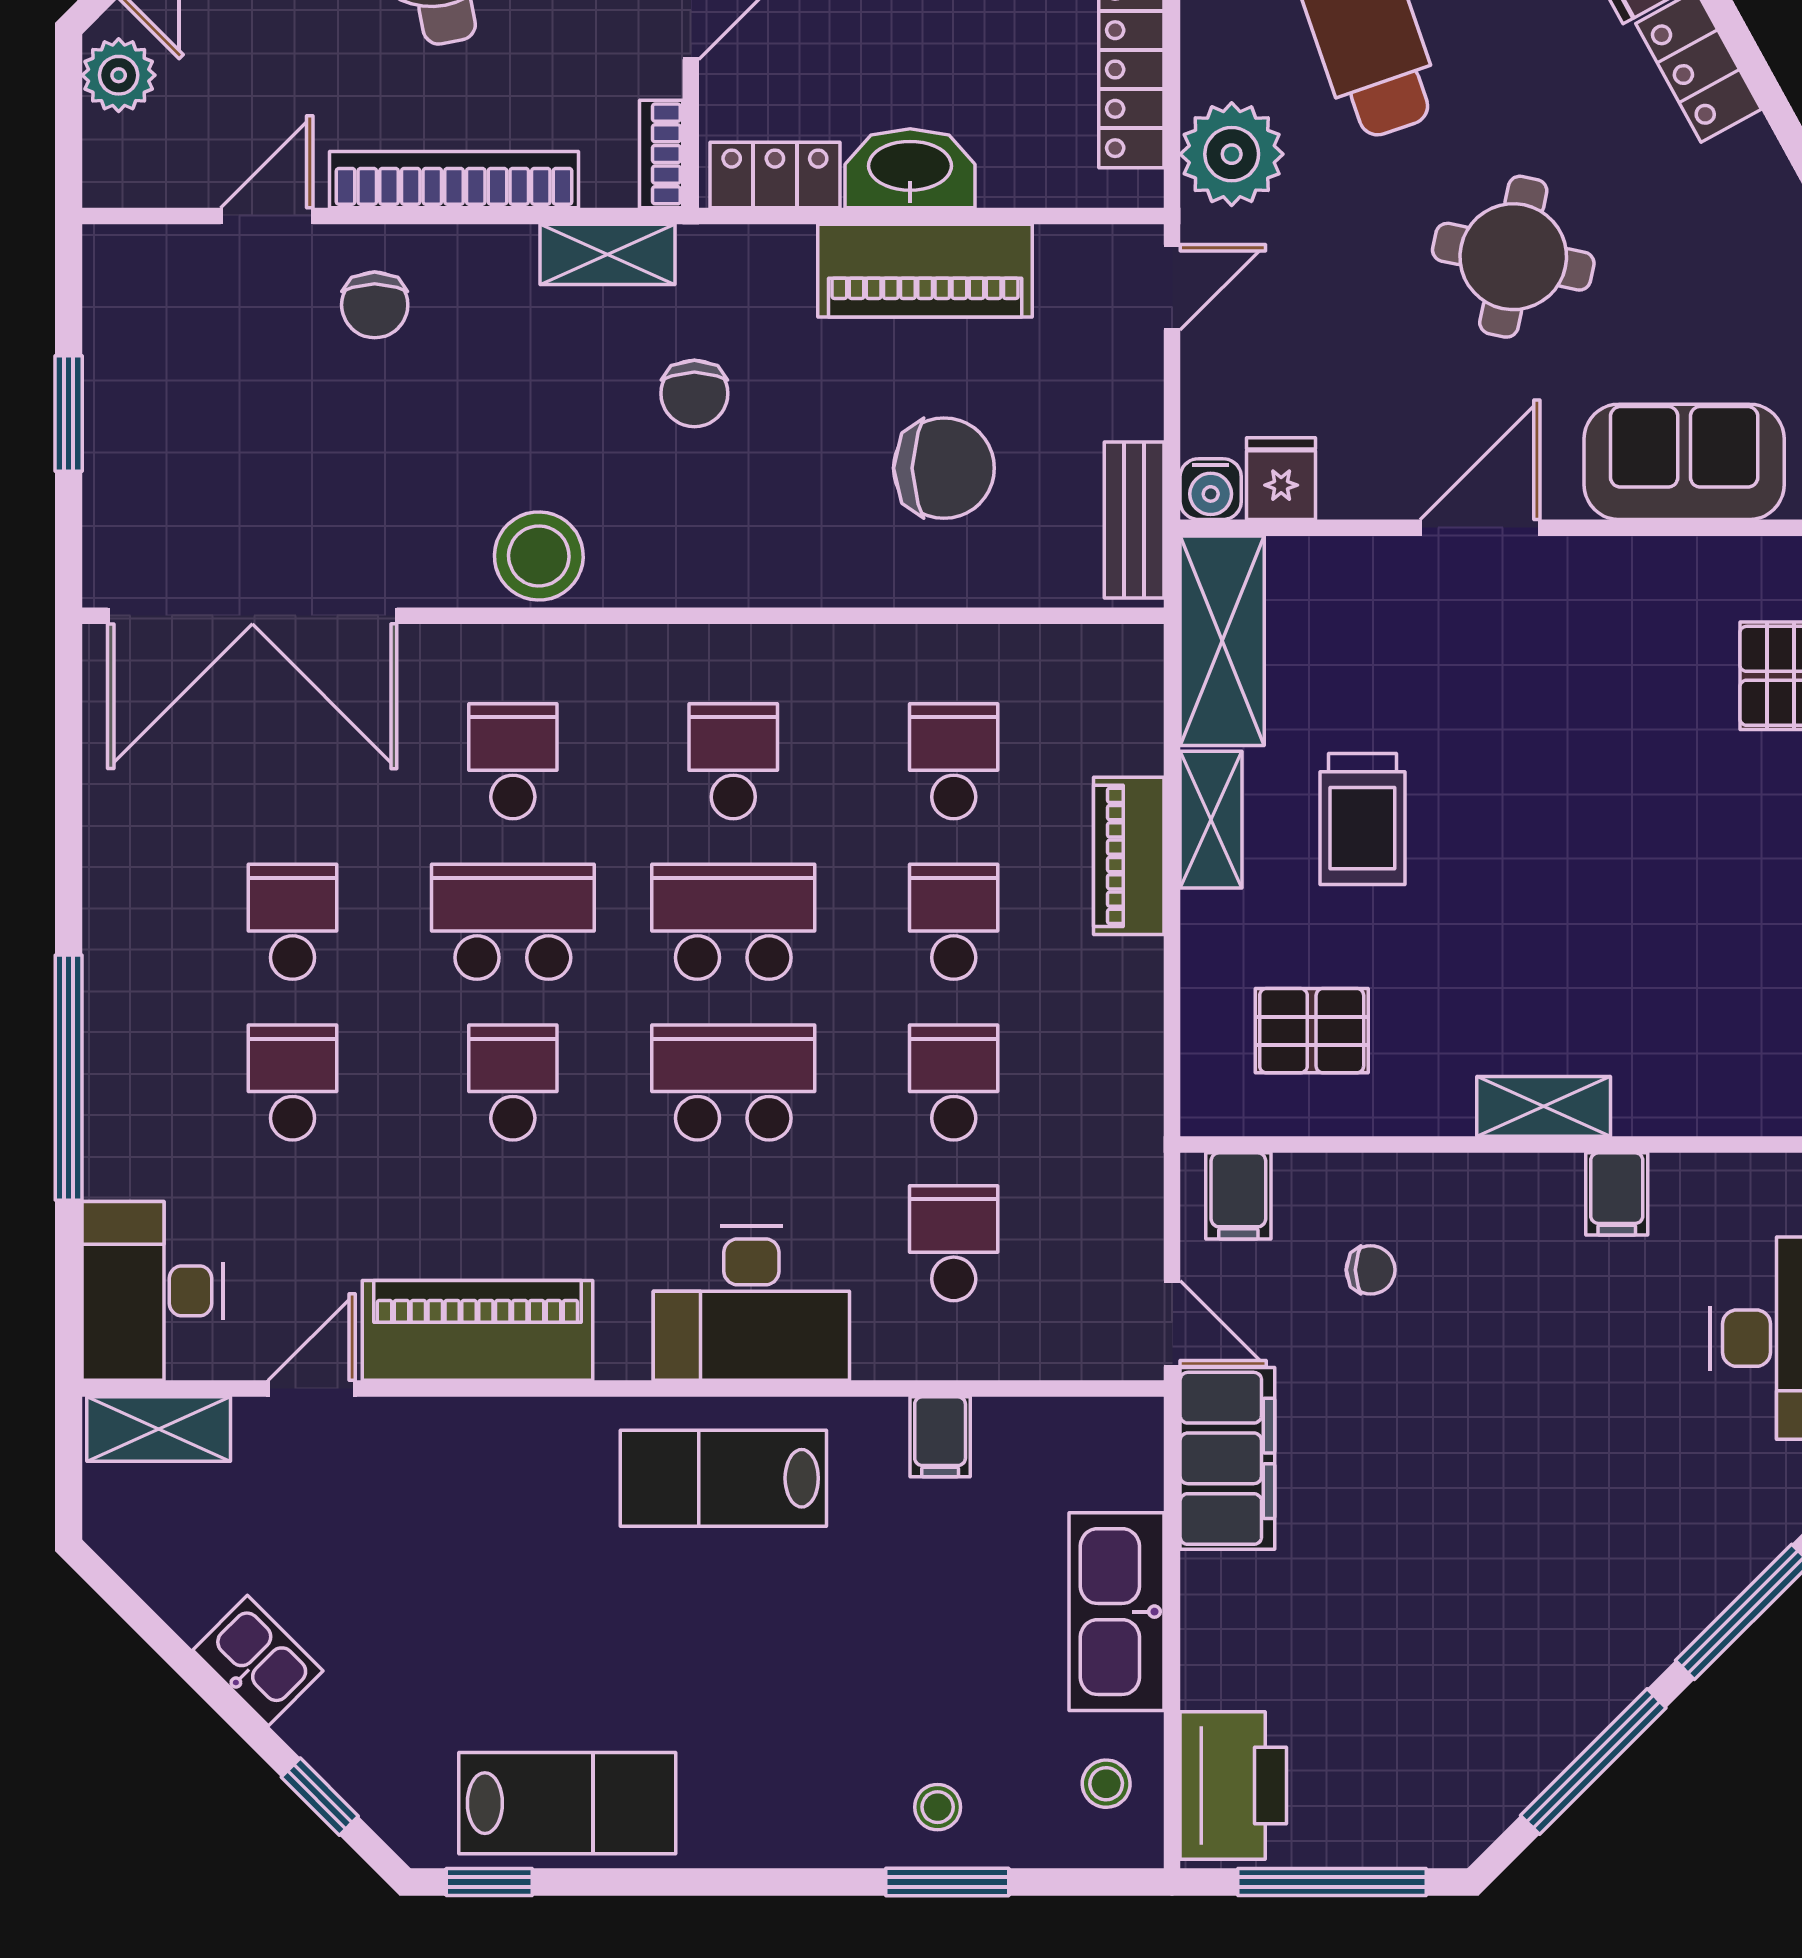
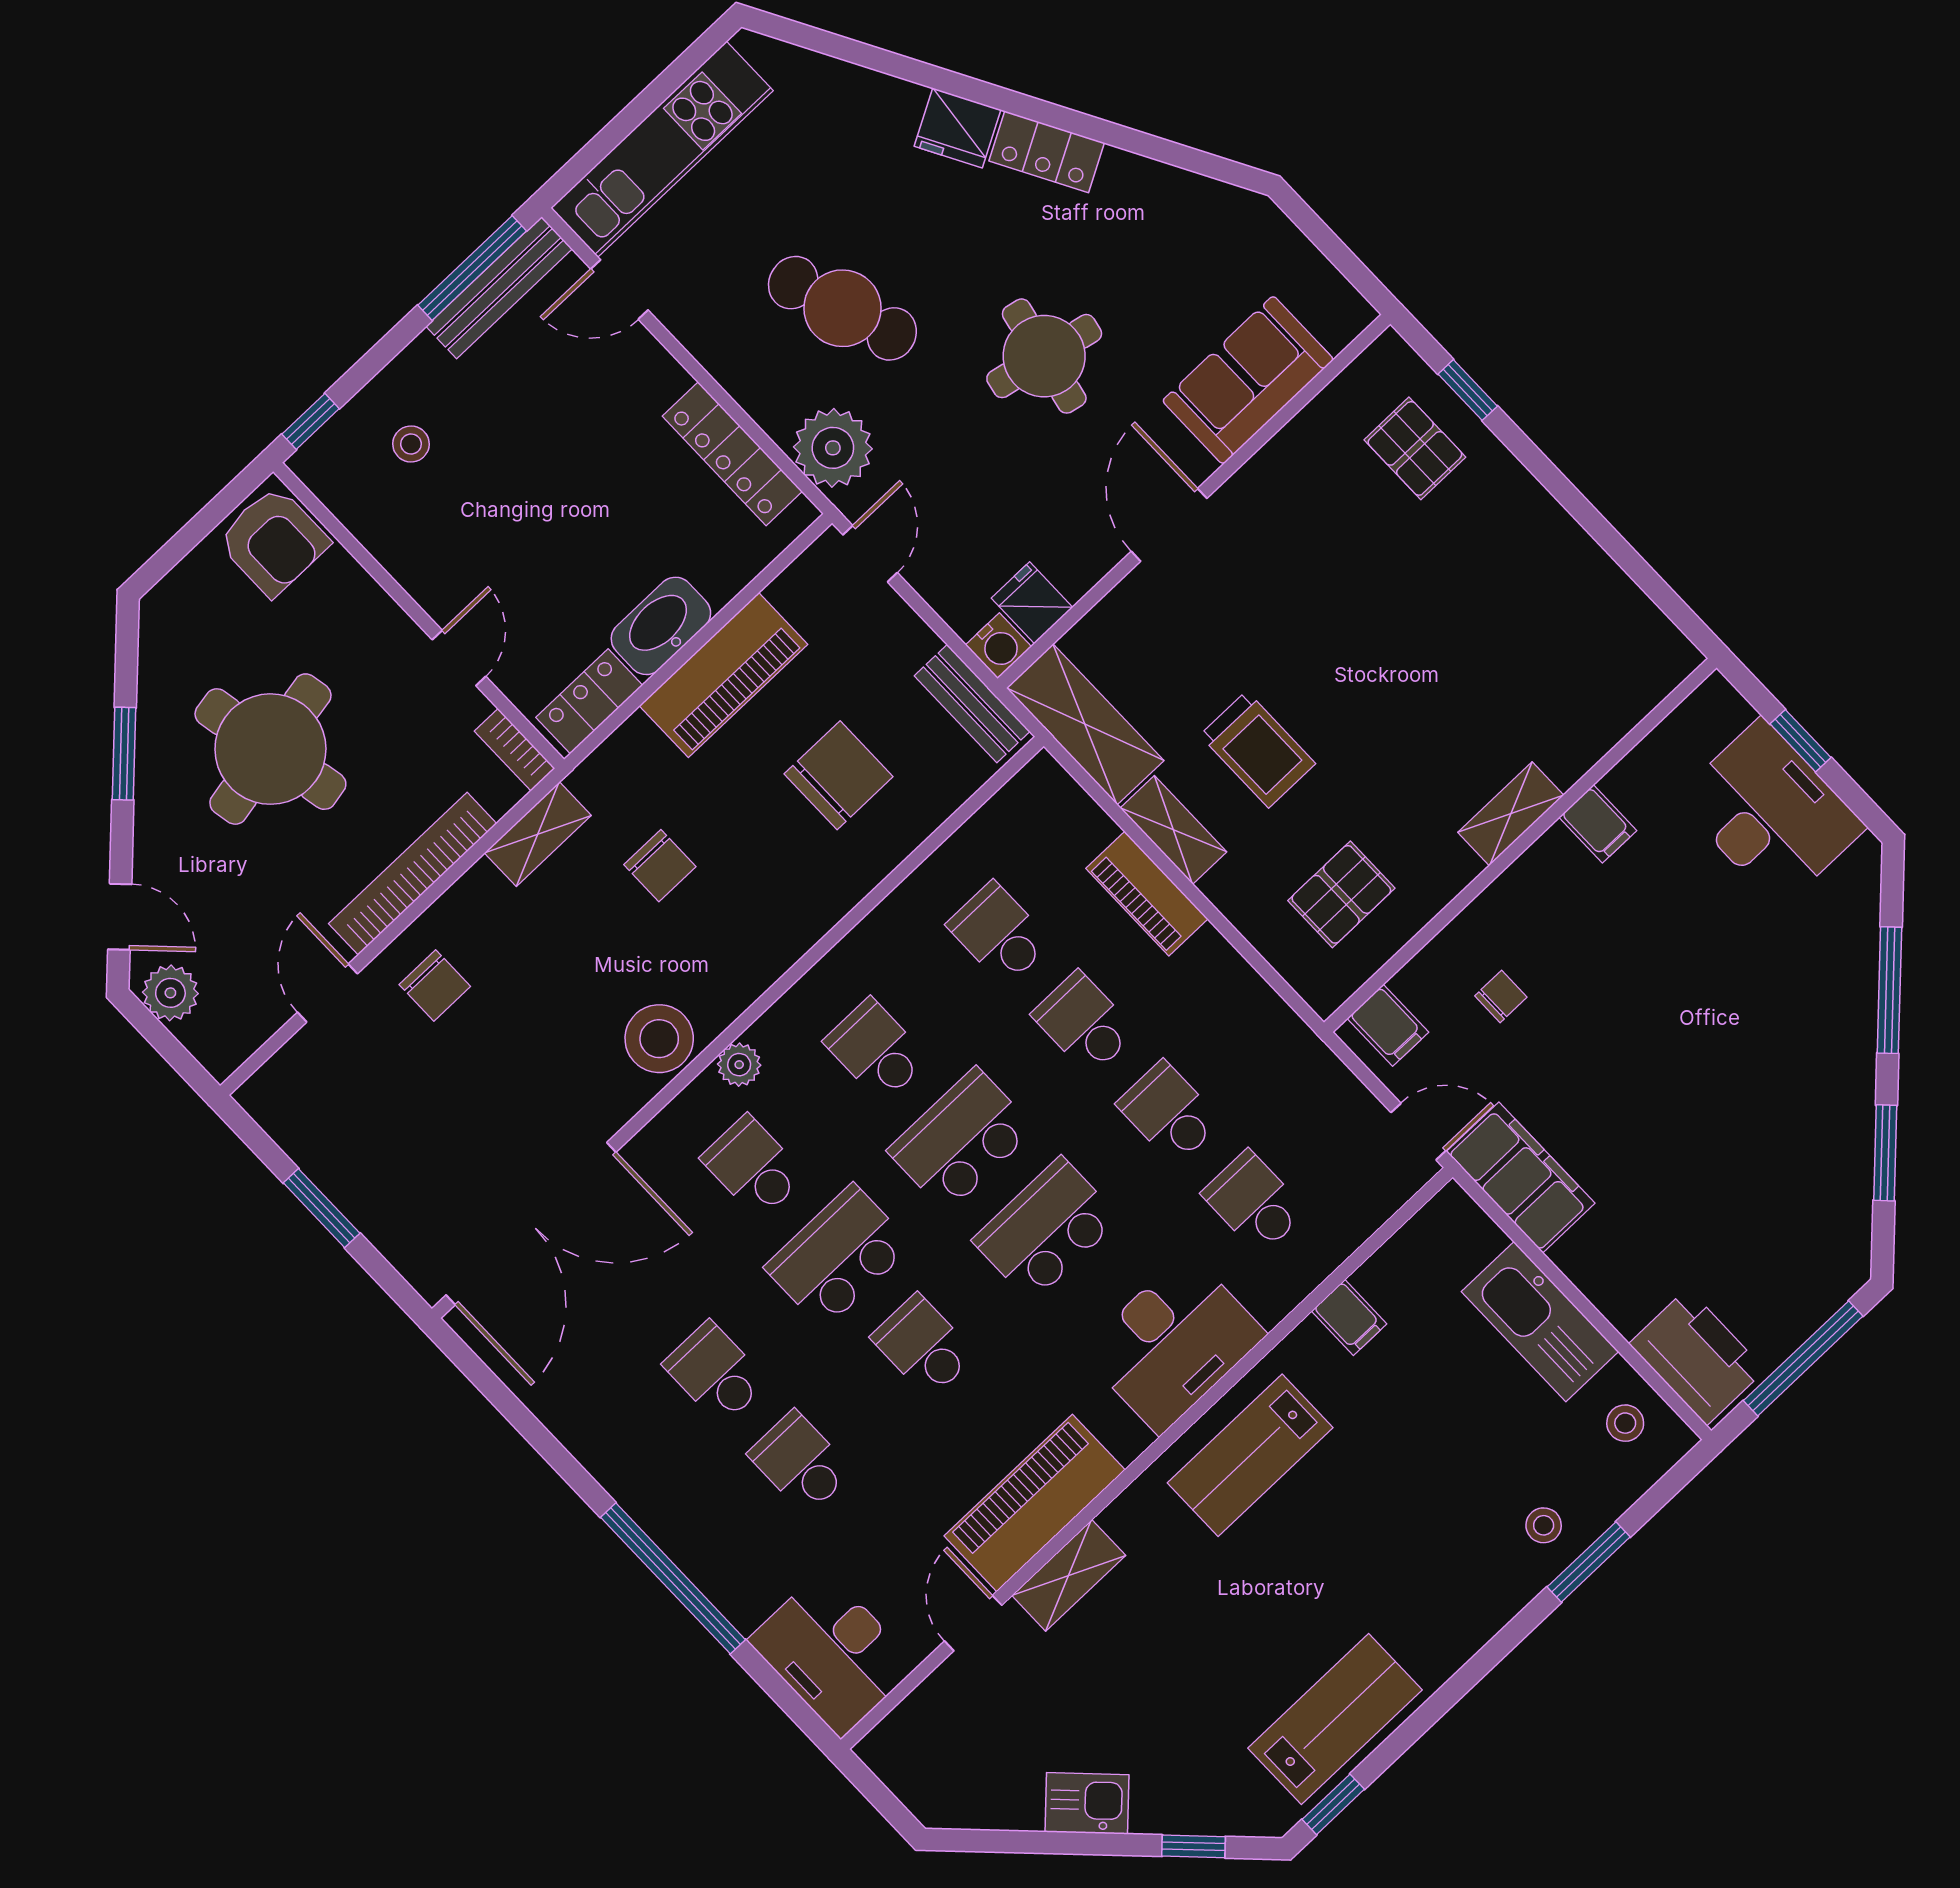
plant: (591, 652) -> (739, 1065), added
shelving: (159, 1429) -> (1069, 1575), moved
window: (1593, 1762) -> (1885, 1153), width x0.69

